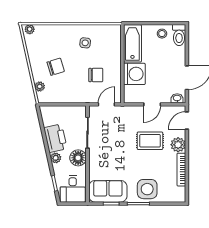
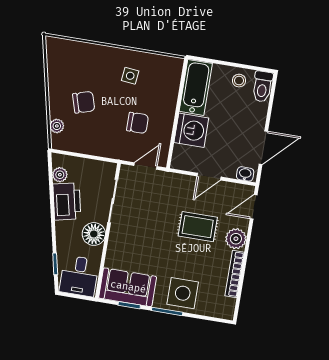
plant: (30, 29) -> (56, 44), removed
plant: (56, 158) -> (60, 175), moved

